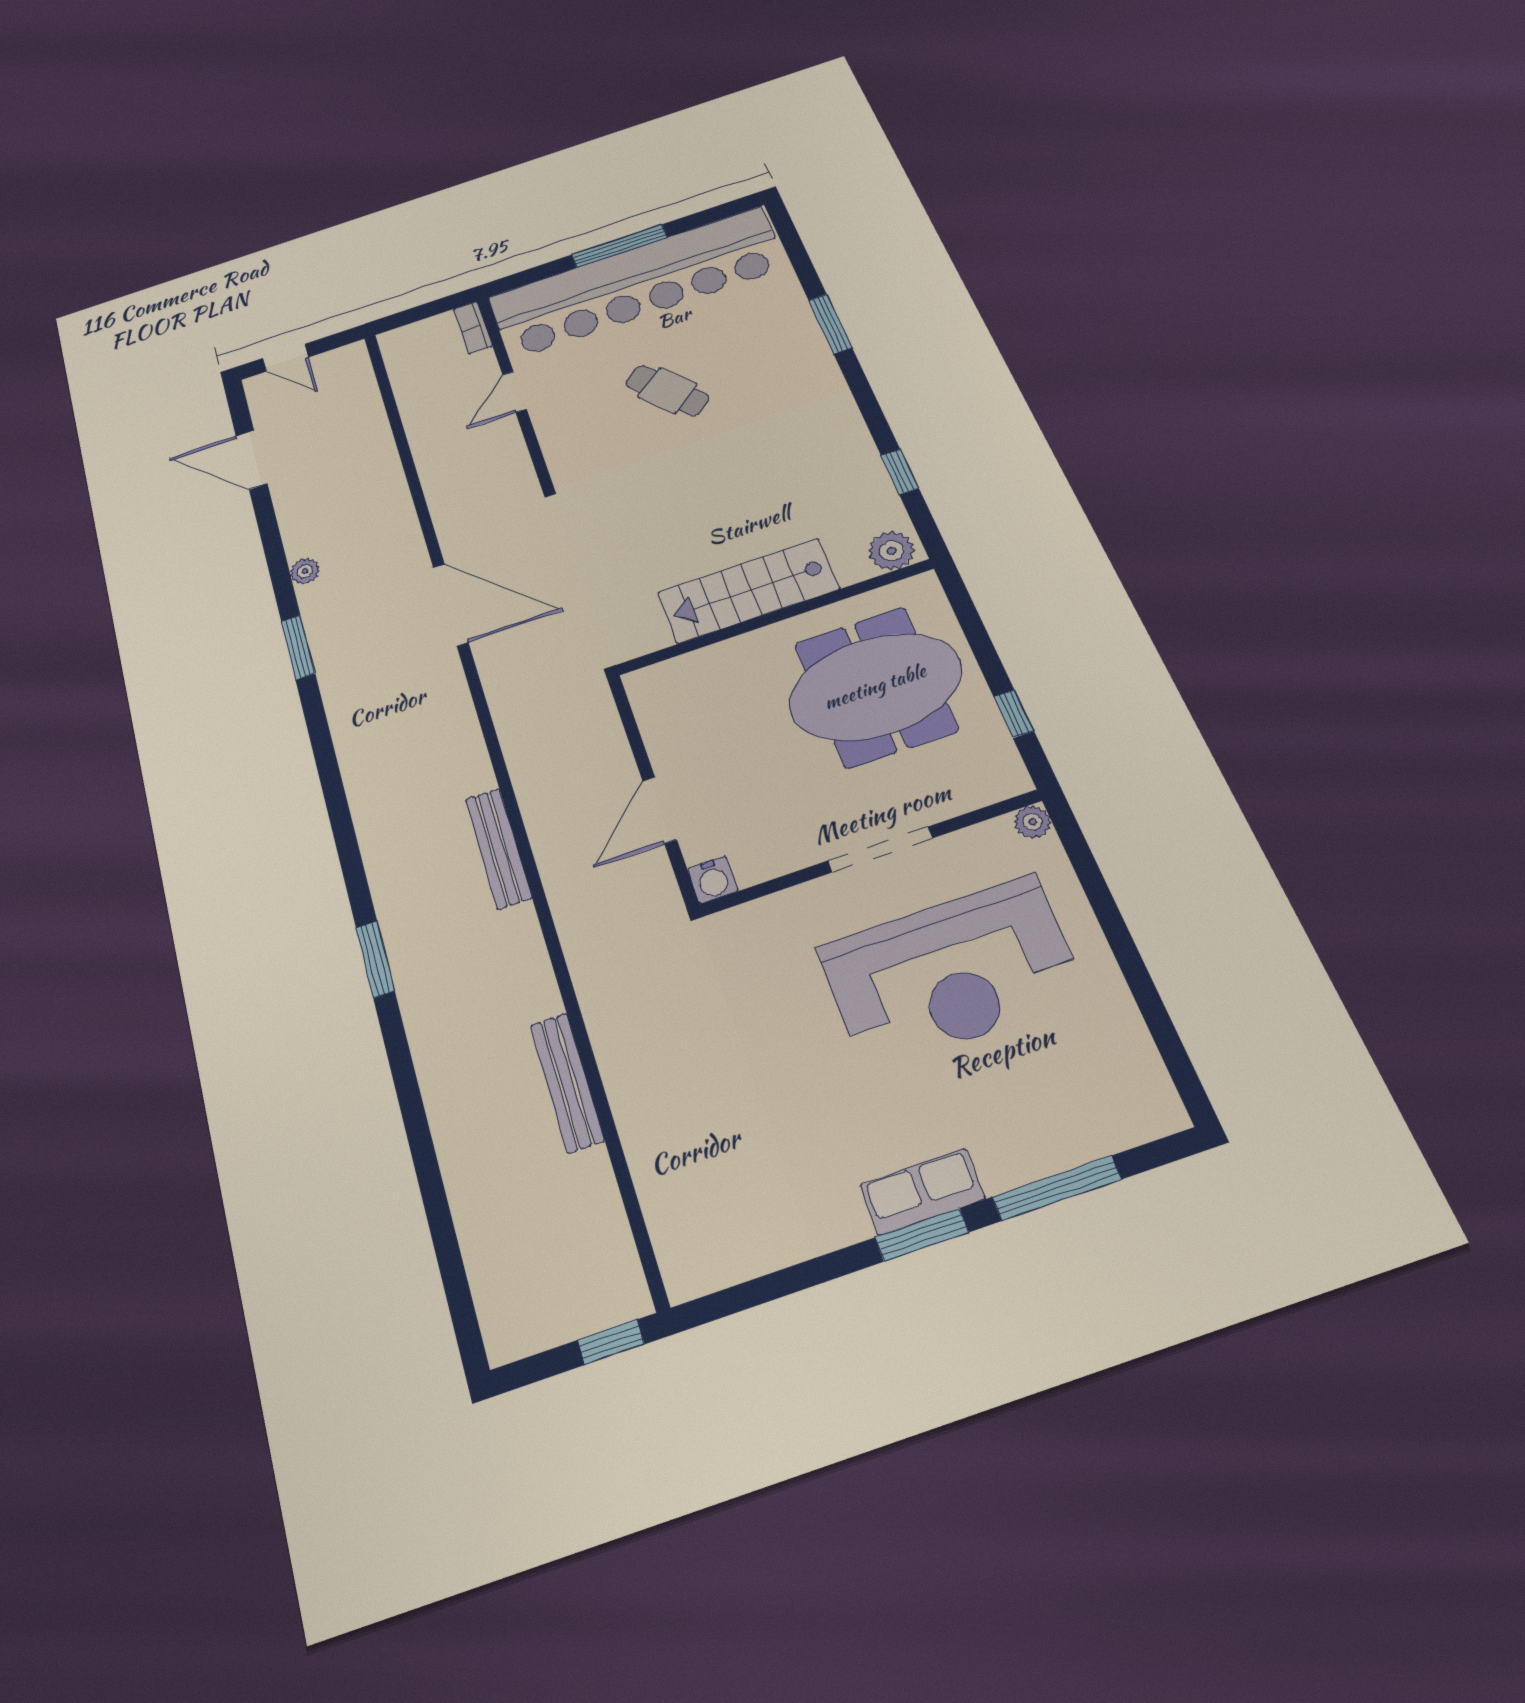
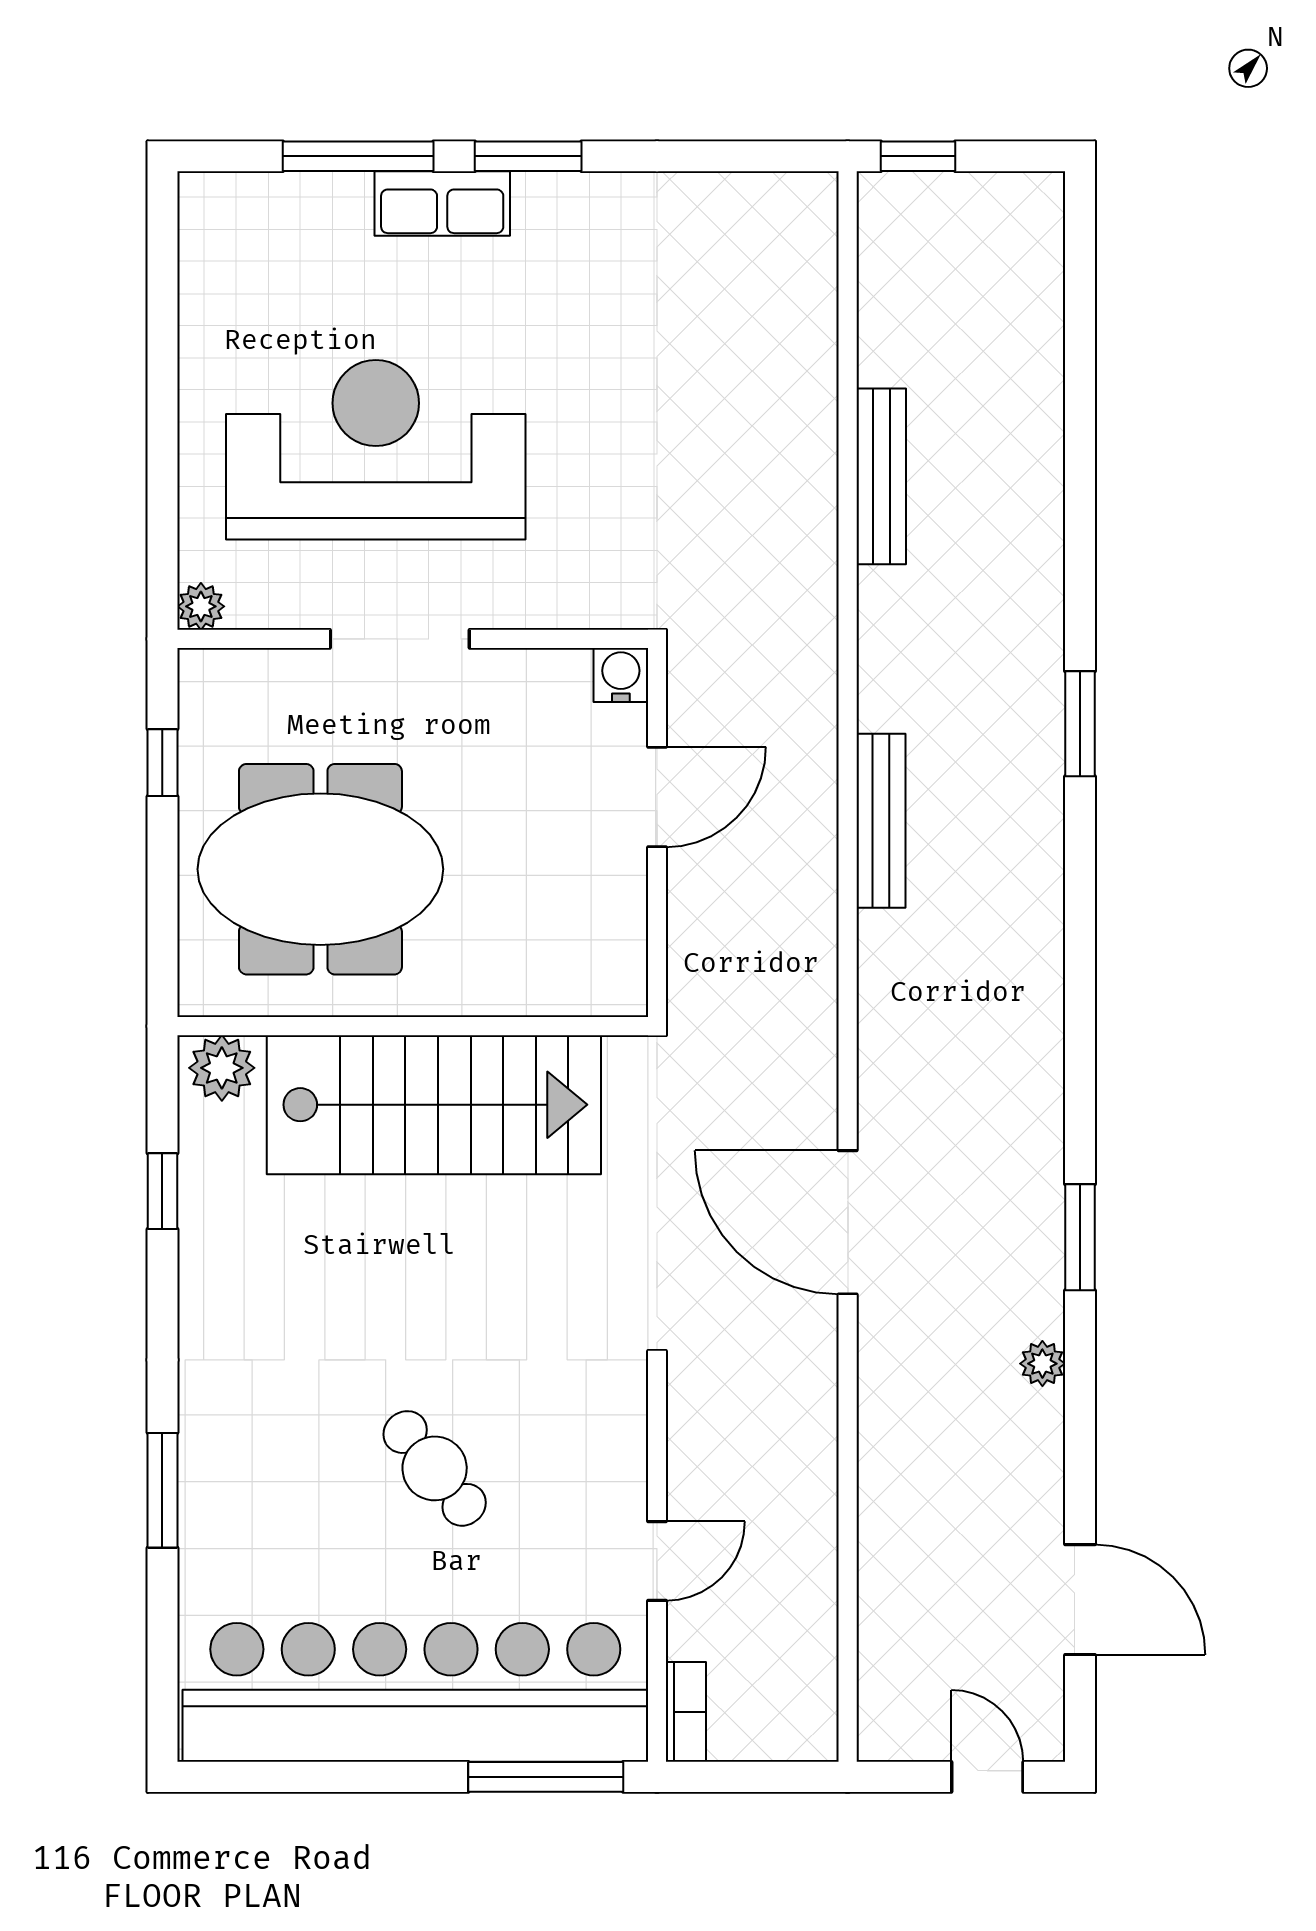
window: (619, 246) -> (546, 1777), moved
stairs: (748, 591) -> (434, 1105), width x1.36, depth x1.51
row of seats: (922, 1192) -> (442, 204), moved

